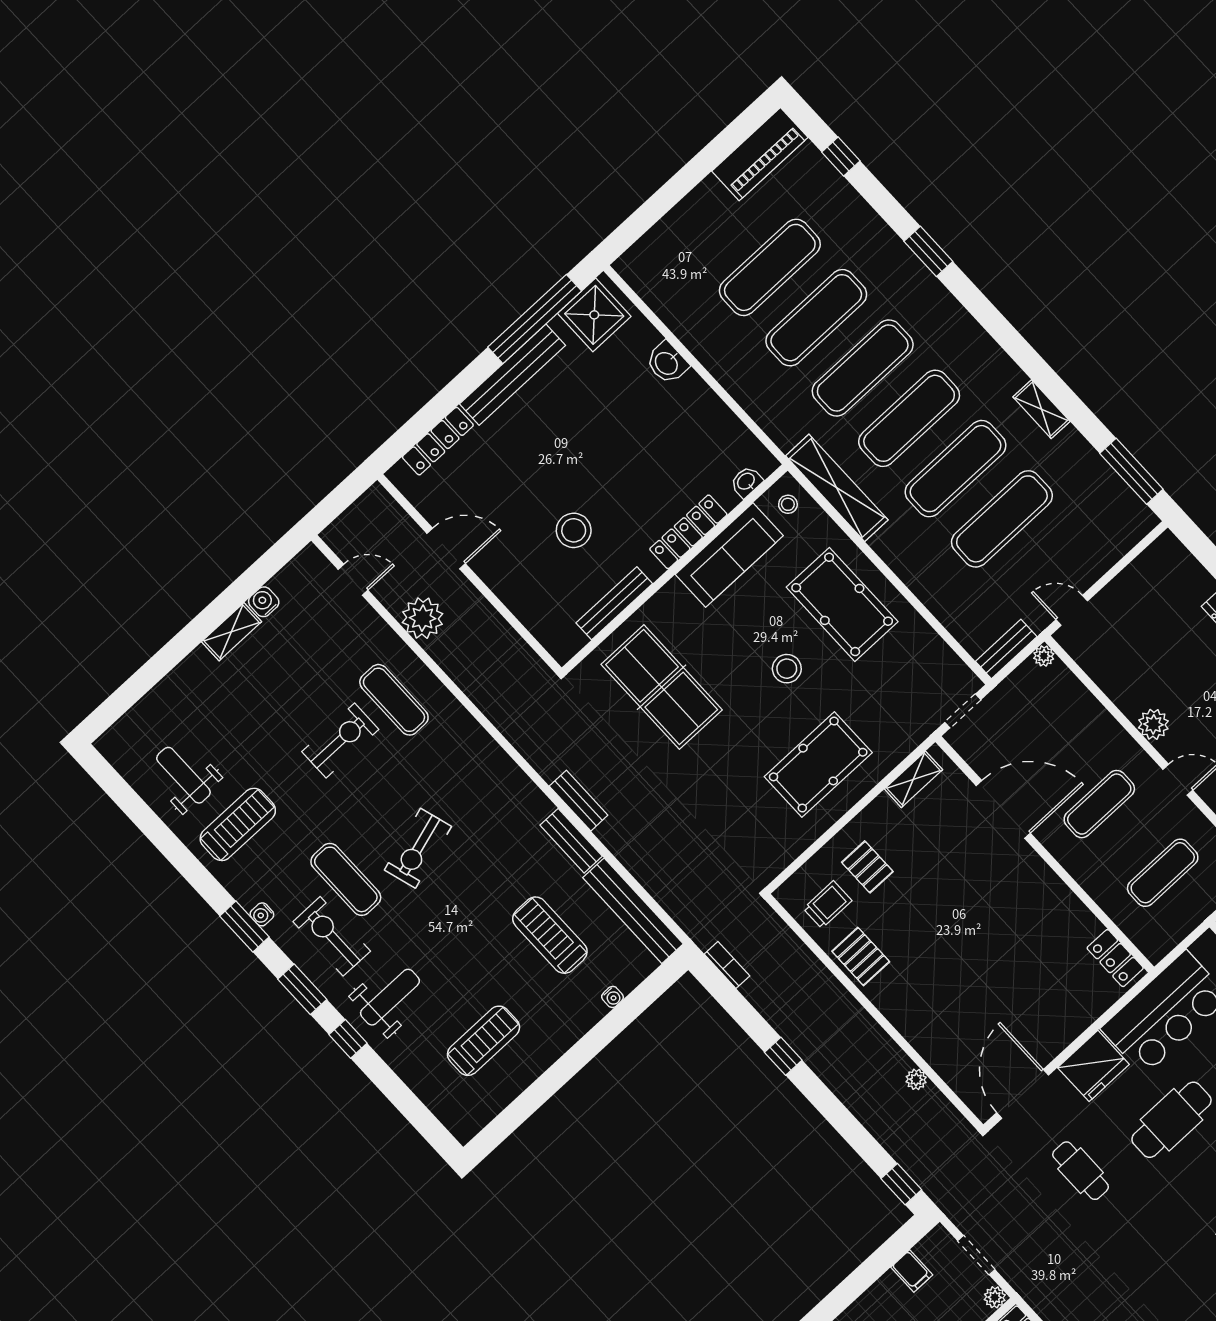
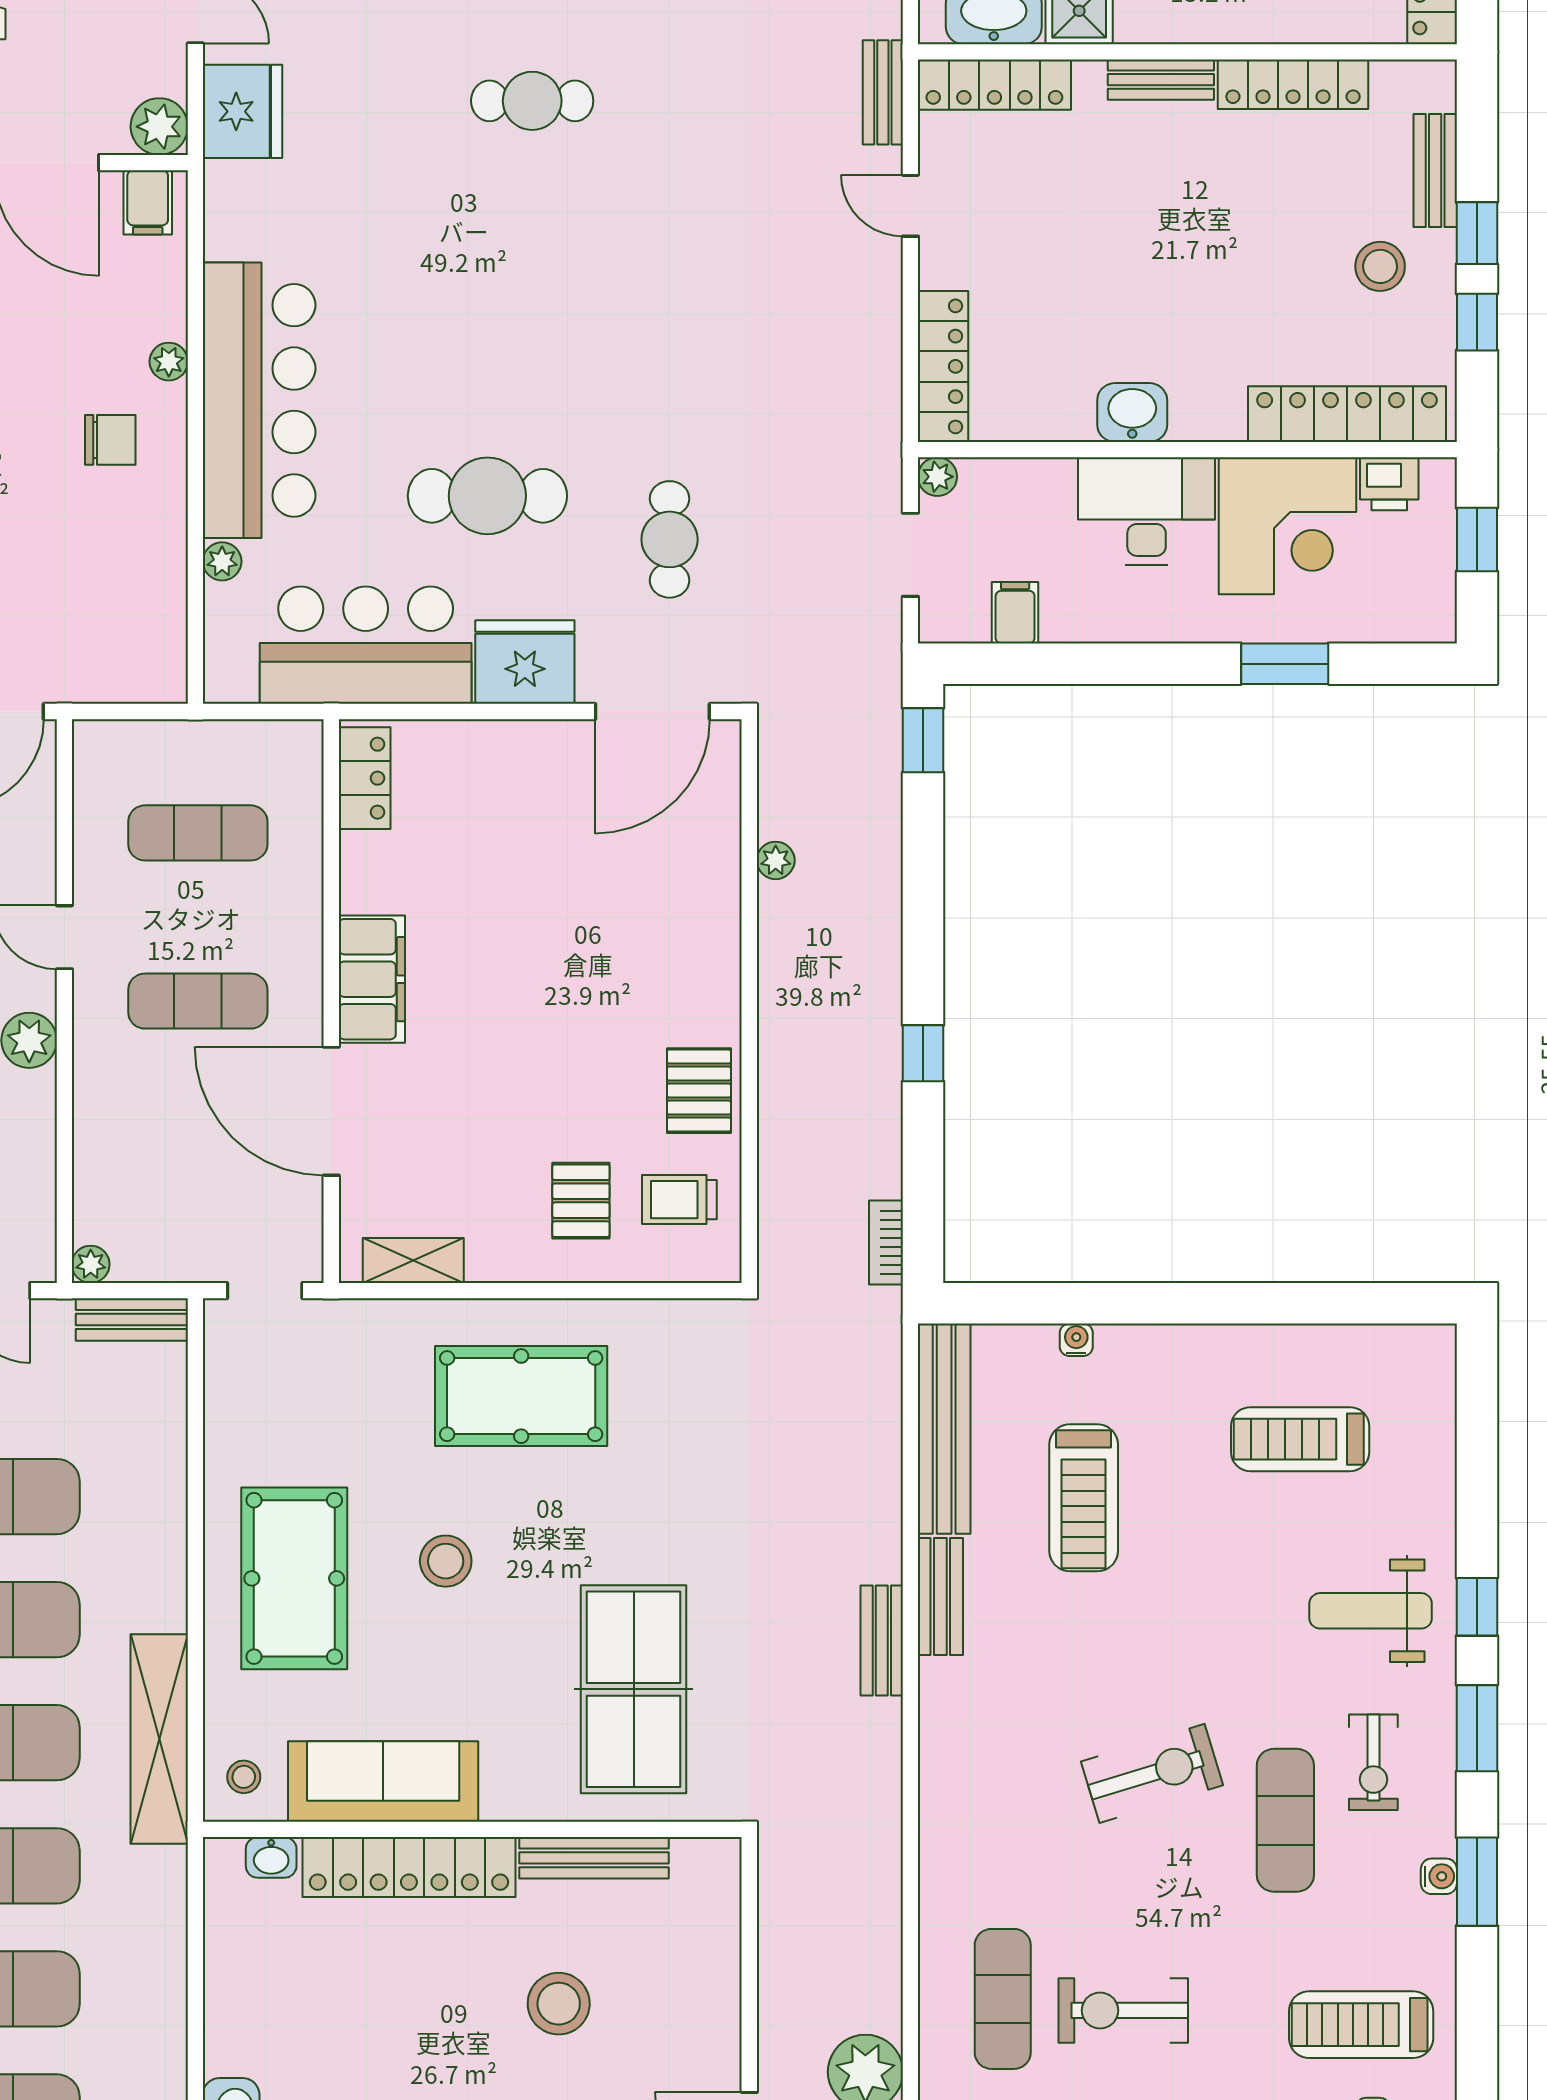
locker: (688, 532) -> (409, 1867), width x1.41, depth x1.21
filing cabinet: (1036, 879) -> (372, 979), added
exercise bike: (332, 936) -> (1373, 1762), width x0.73, depth x0.72

